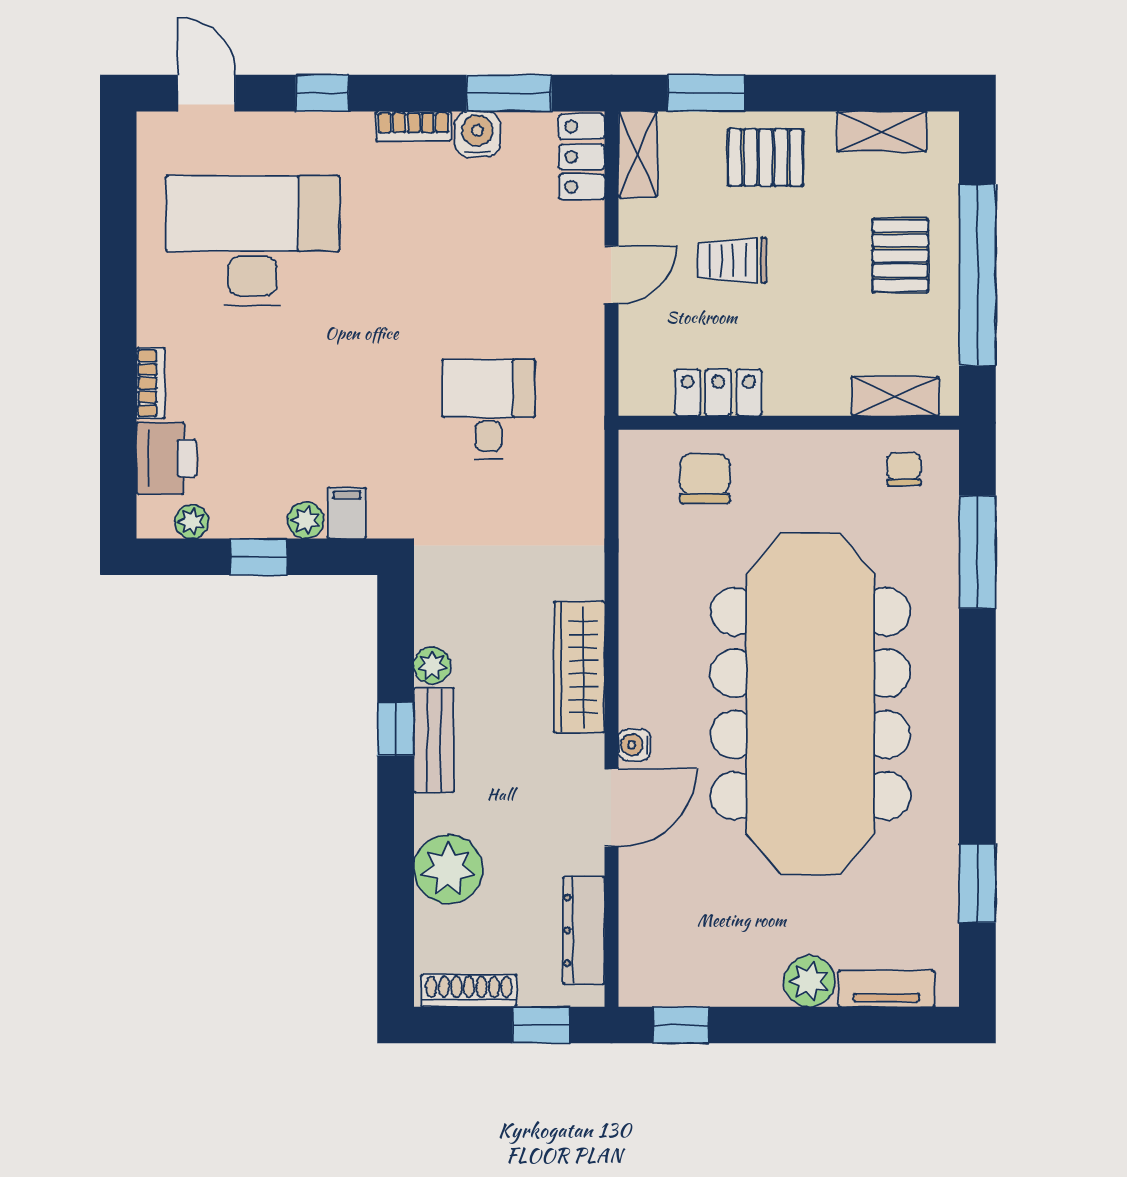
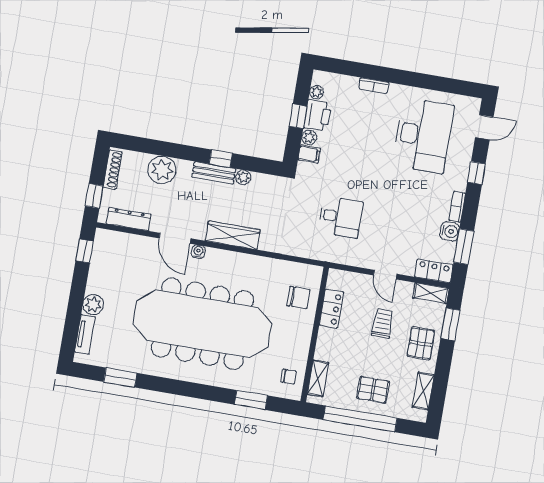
printer: (166, 458) -> (318, 115), moved, turned -90
window: (977, 552) -> (251, 400), width x0.69

